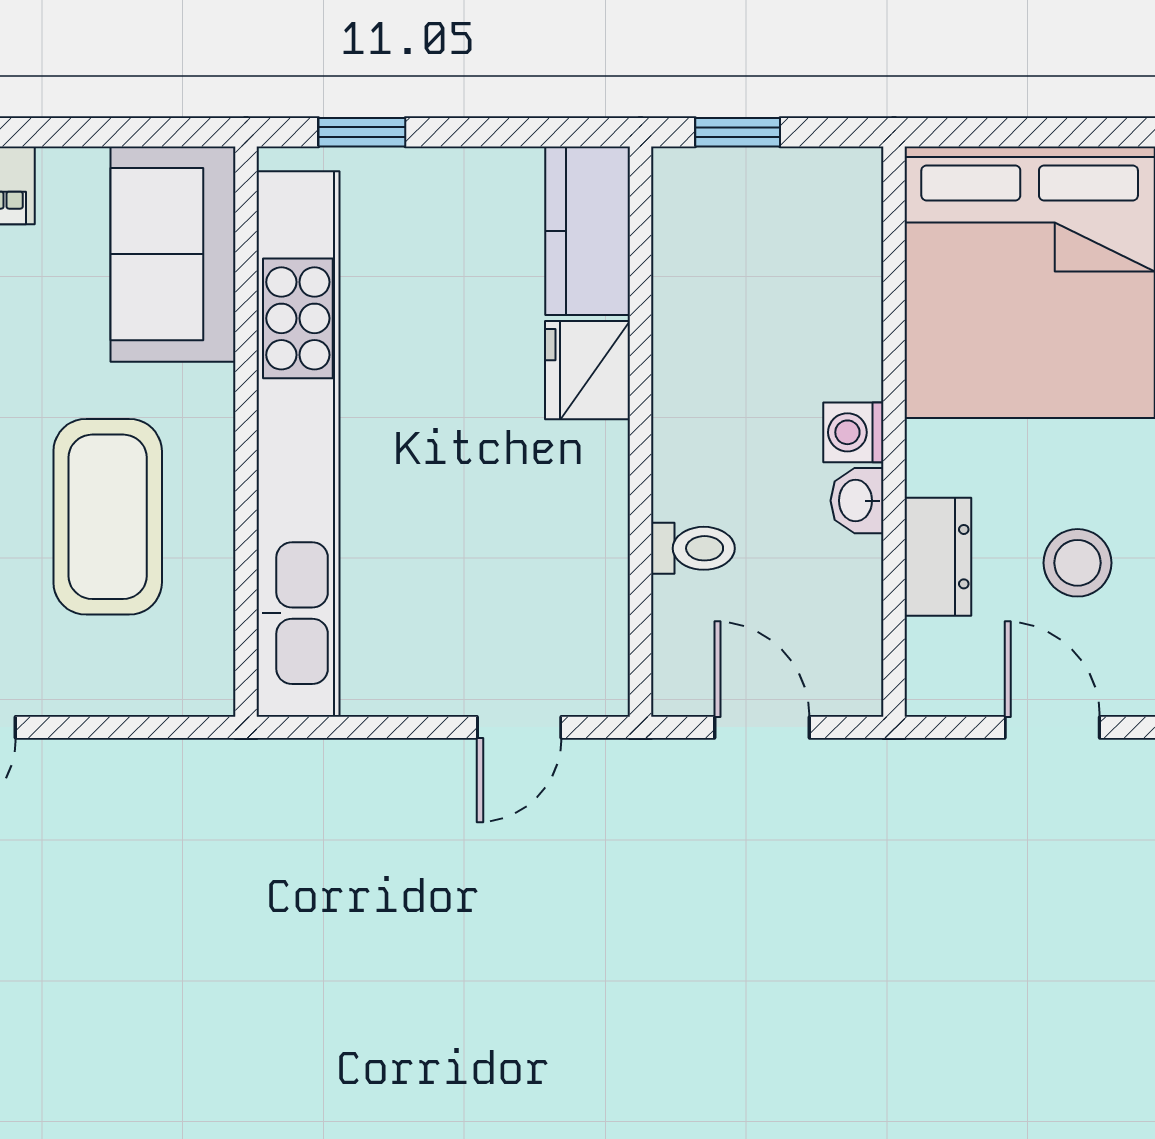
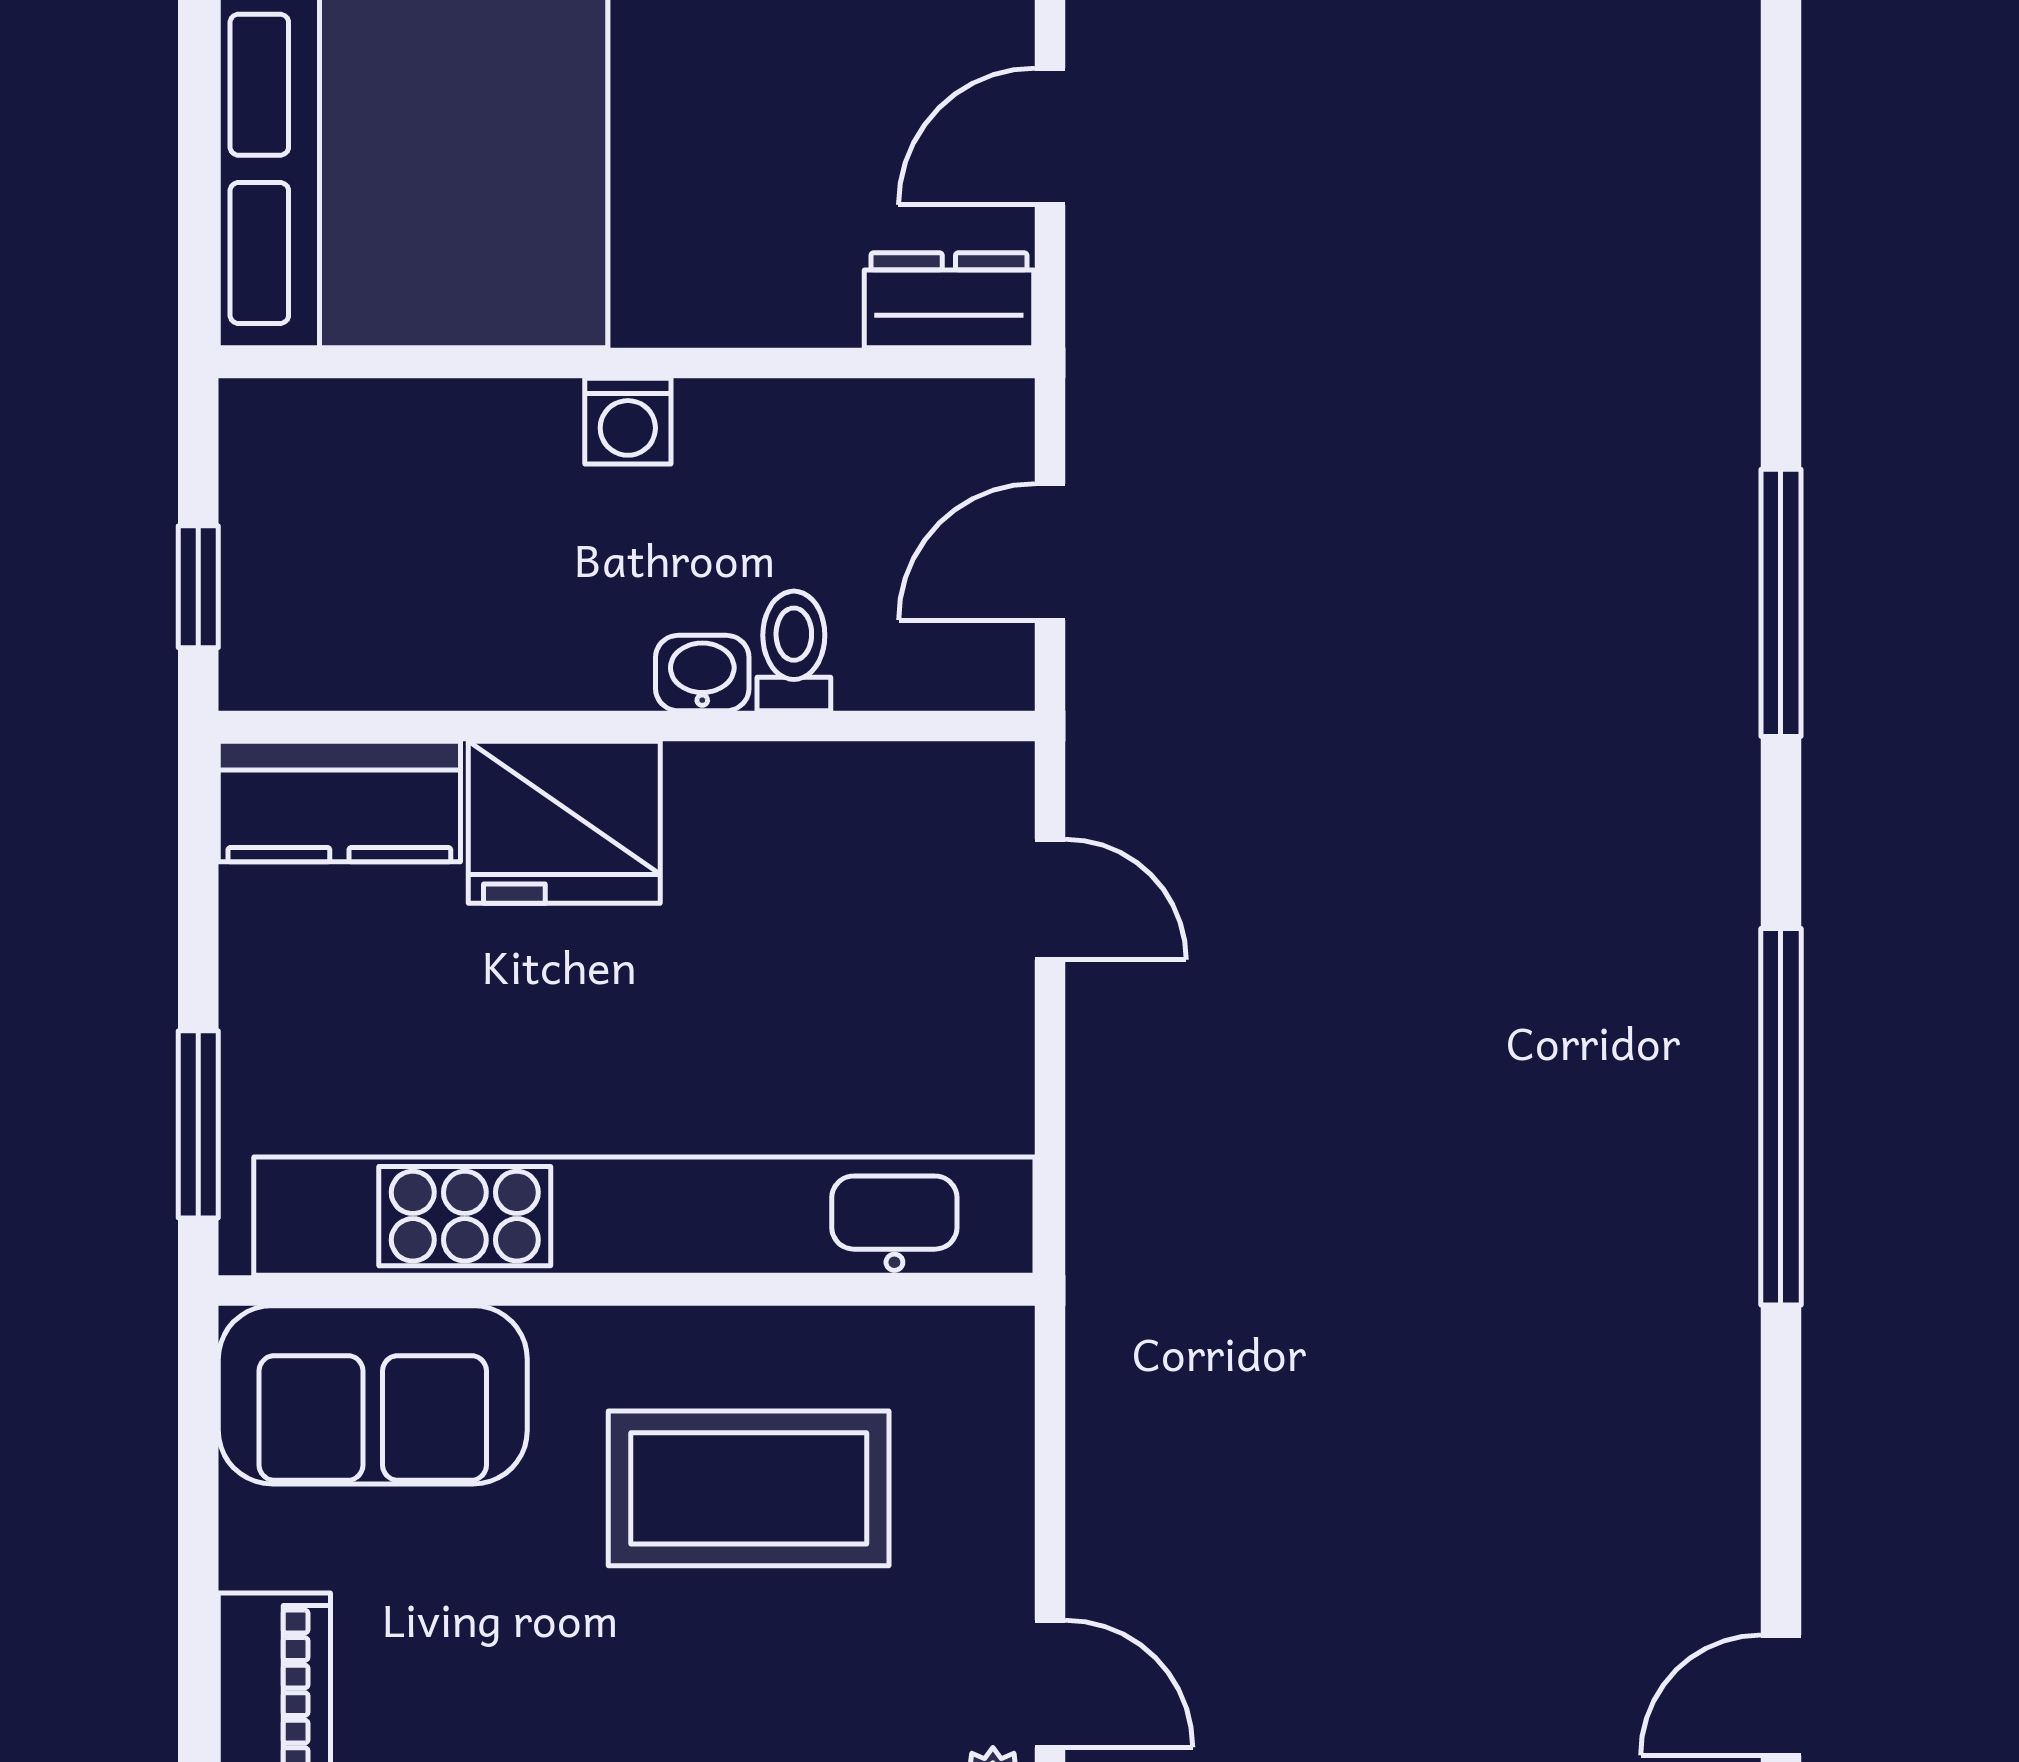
window: (362, 132) -> (198, 1124), width x1.50
fridge: (587, 370) -> (564, 822), width x1.36, depth x1.34
washbasin: (857, 501) -> (702, 673), moved, turned 180
dresser: (938, 557) -> (949, 300), moved
stool: (1078, 563) -> (815, 100), removed

